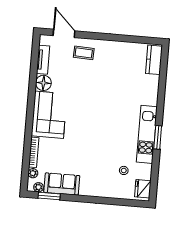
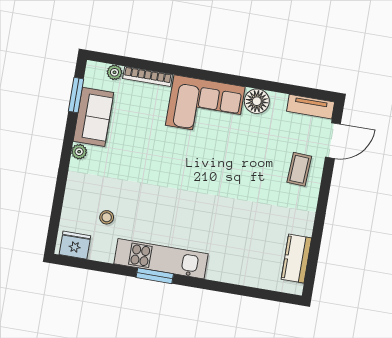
tv unit: (43, 60) -> (311, 107), moved
kitchen counter: (154, 60) -> (296, 259), moved, turned -90
plant: (39, 187) -> (79, 152), moved

